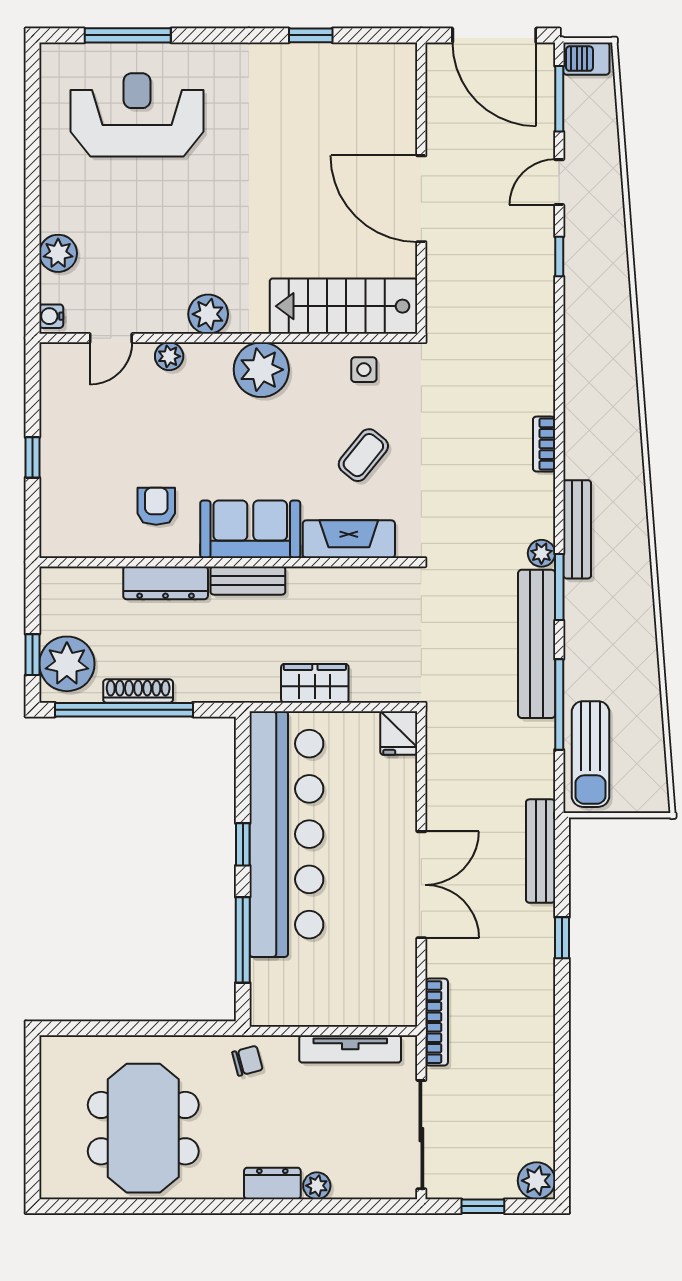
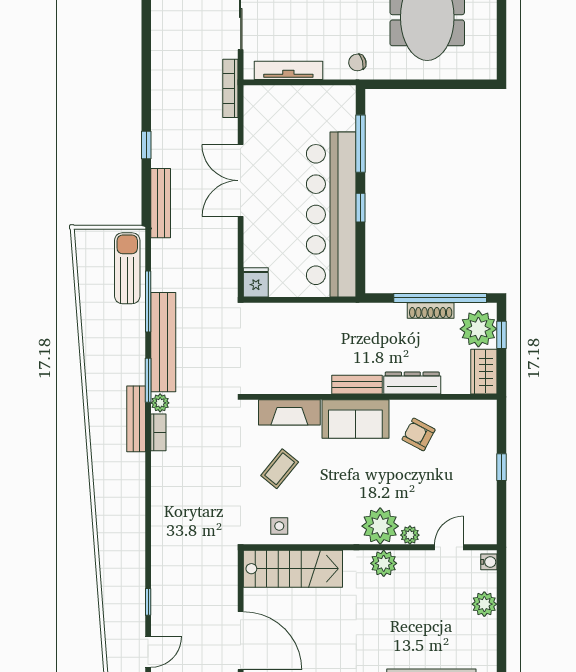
plant: (261, 370) -> (380, 526), moved
bookcase: (544, 444) -> (158, 432), moved
armchair: (156, 506) -> (419, 434), turned 118
wardrobe: (315, 683) -> (484, 372), moved, turned 90

